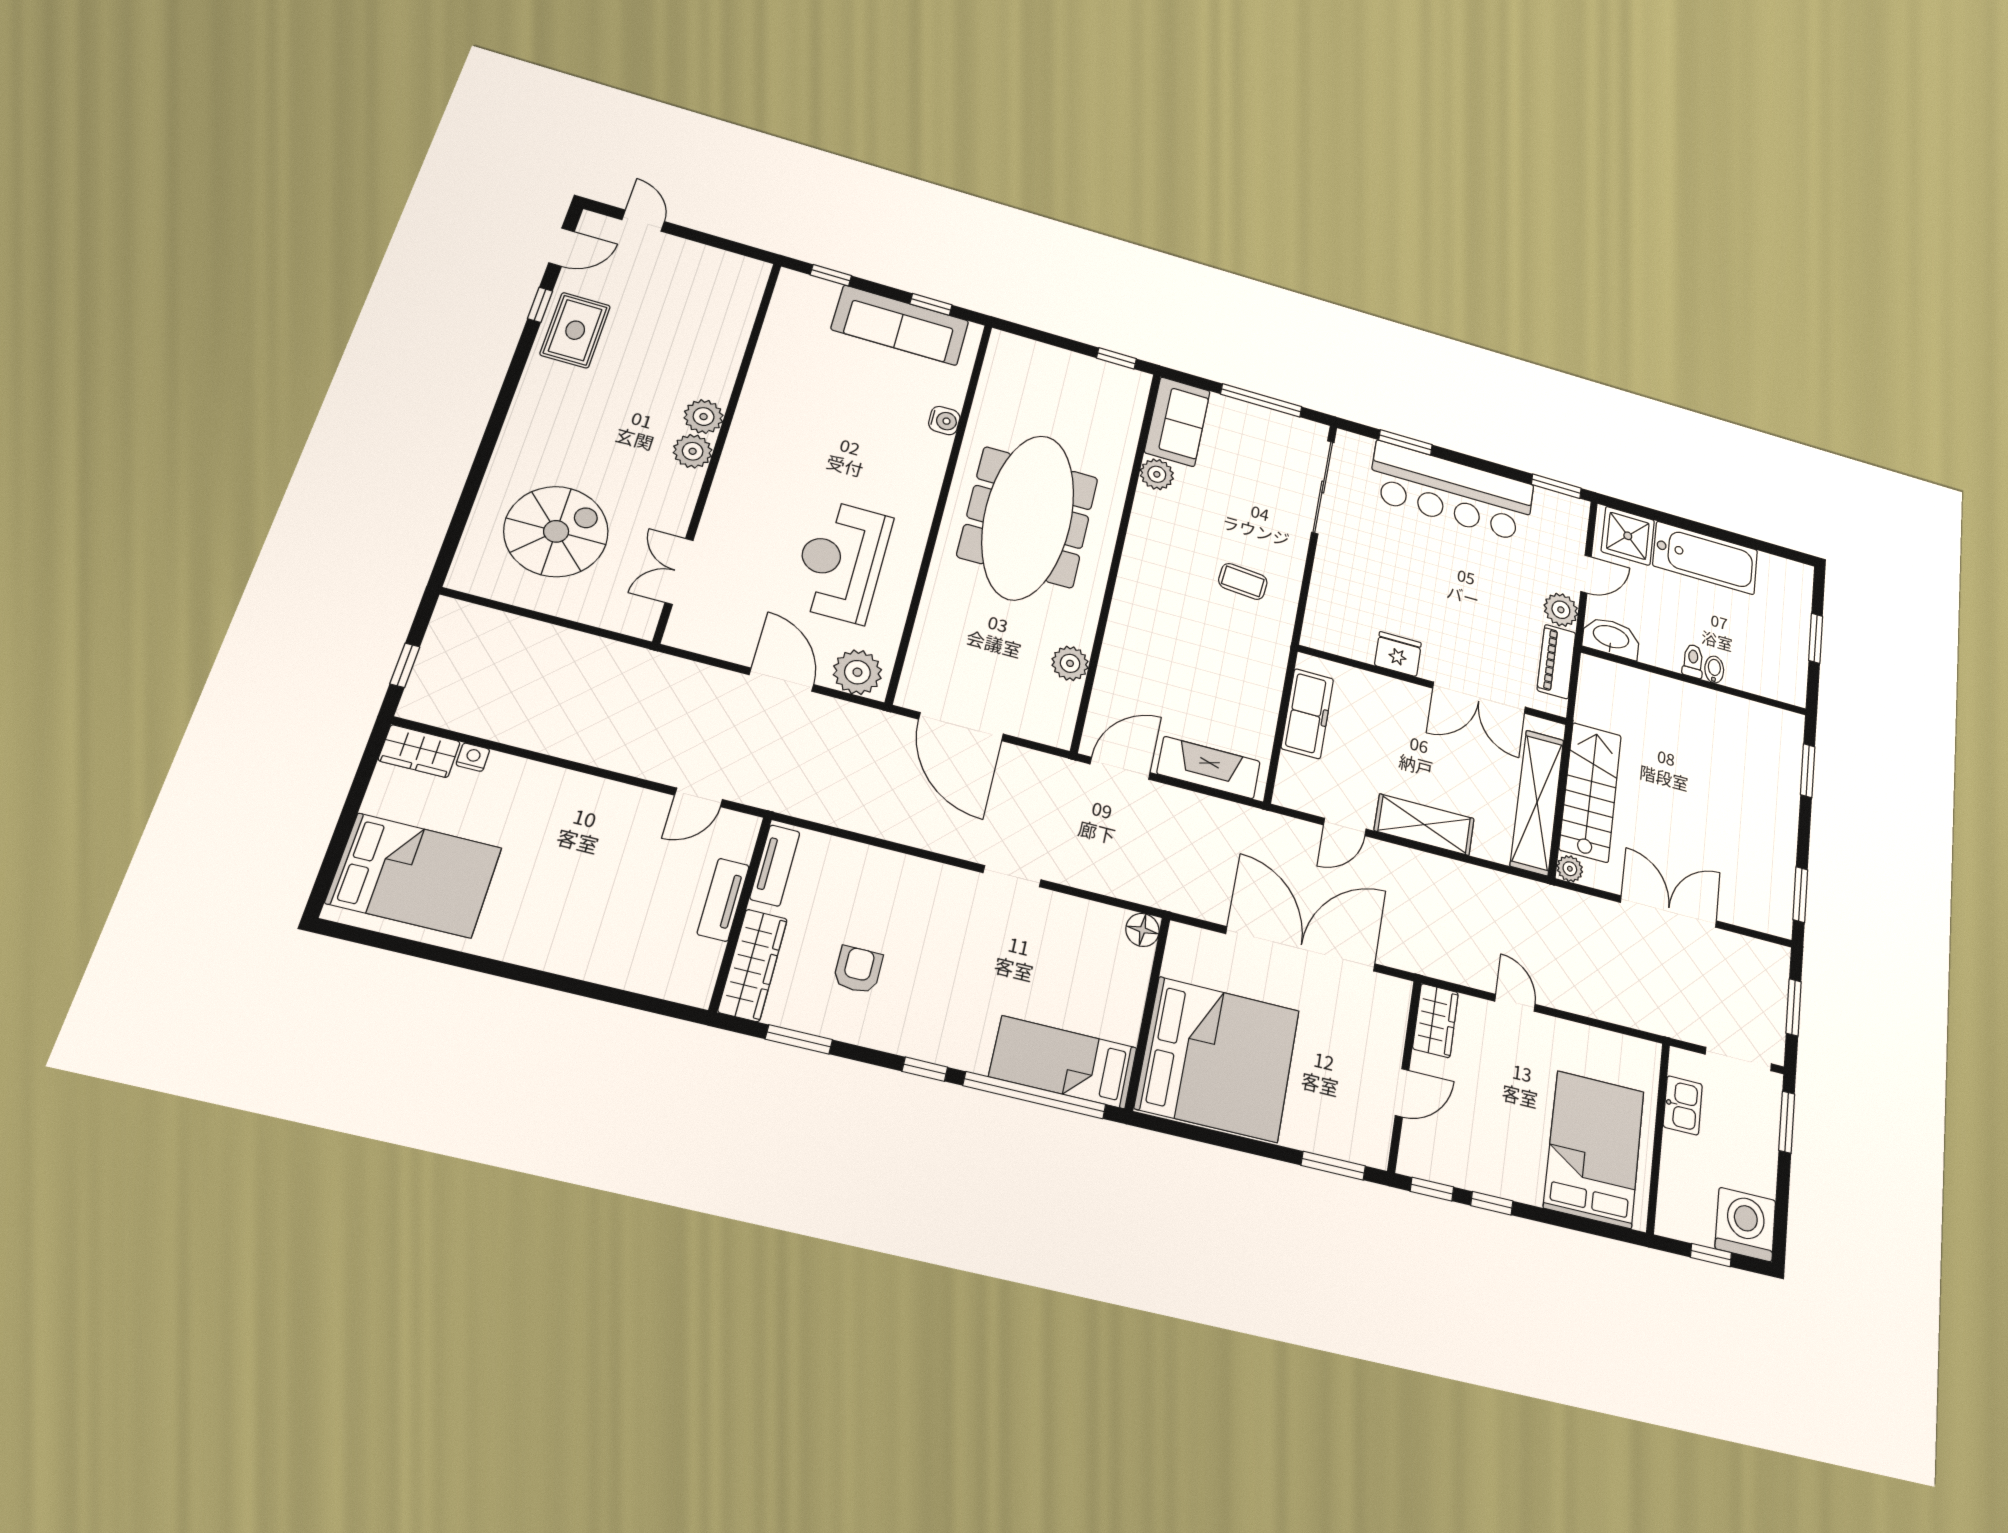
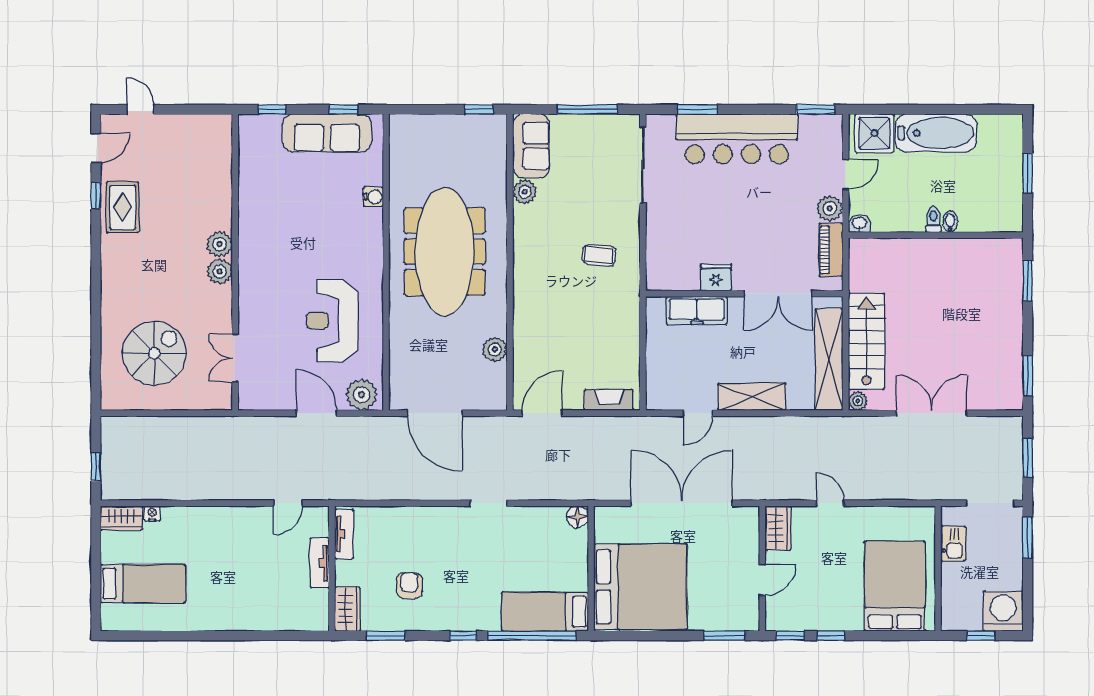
washbasin: (1611, 638) -> (859, 223), width x0.52, depth x0.69
freezer: (1307, 713) -> (697, 310), moved, turned 90
fireplace: (1209, 768) -> (609, 400), width x0.73, depth x0.76
bed: (414, 875) -> (143, 584), width x0.67
wardrobe: (753, 965) -> (347, 609), width x0.67

